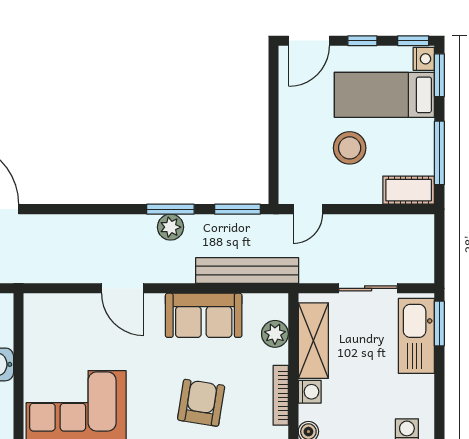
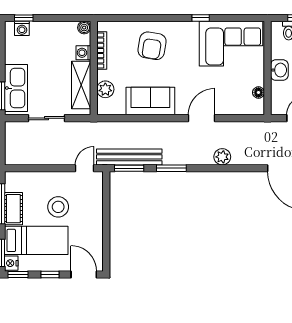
door: (309, 41) -> (84, 275), hinge flipped
cot: (409, 190) -> (13, 209), moved, turned 90
plant: (170, 227) -> (222, 157), moved
bench: (247, 271) -> (129, 157), moved
door: (123, 288) -> (202, 118), hinge flipped
floor lamp: (33, 329) -> (258, 92), added

